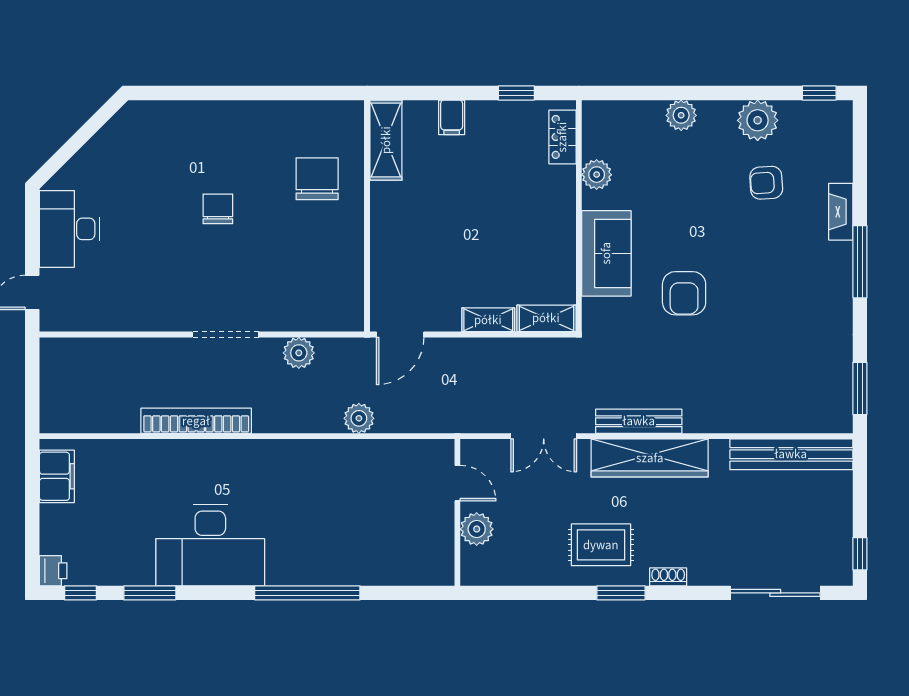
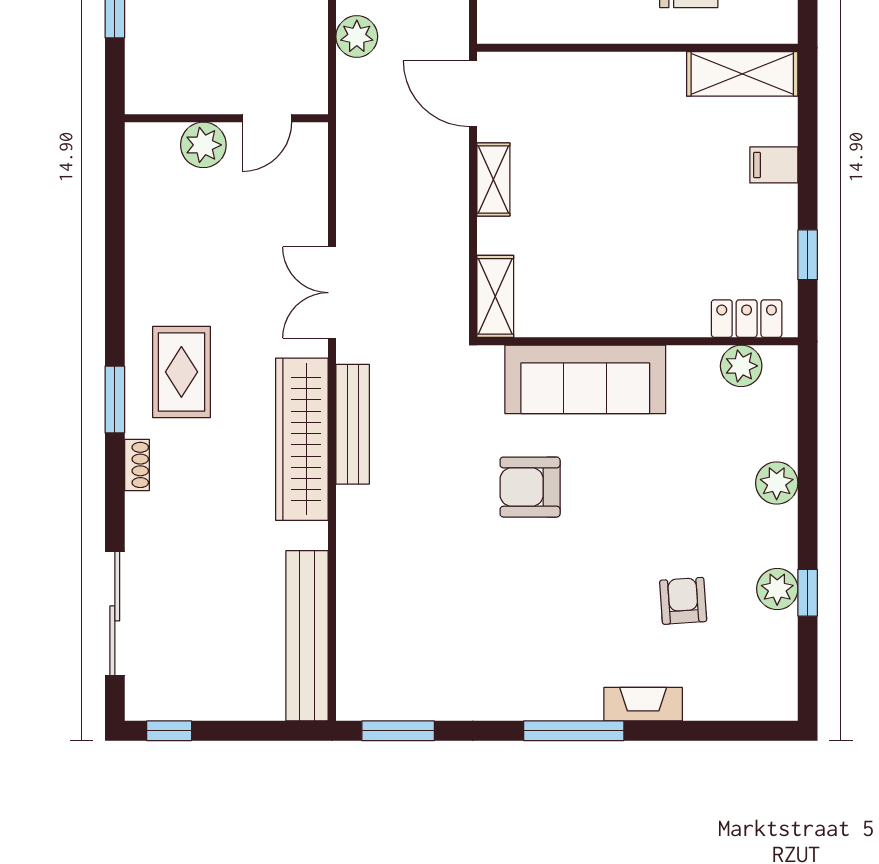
window: (819, 93) -> (808, 593), moved
plant: (758, 120) -> (777, 589), width x0.73, depth x0.73
plant: (597, 175) -> (741, 366), moved
sofa: (606, 253) -> (585, 379), width x1.36
shelving: (488, 320) -> (493, 180), moved
door: (457, 483) -> (267, 118), moved
wall: (457, 512) -> (226, 118), moved
plant: (477, 529) -> (203, 145), moved

